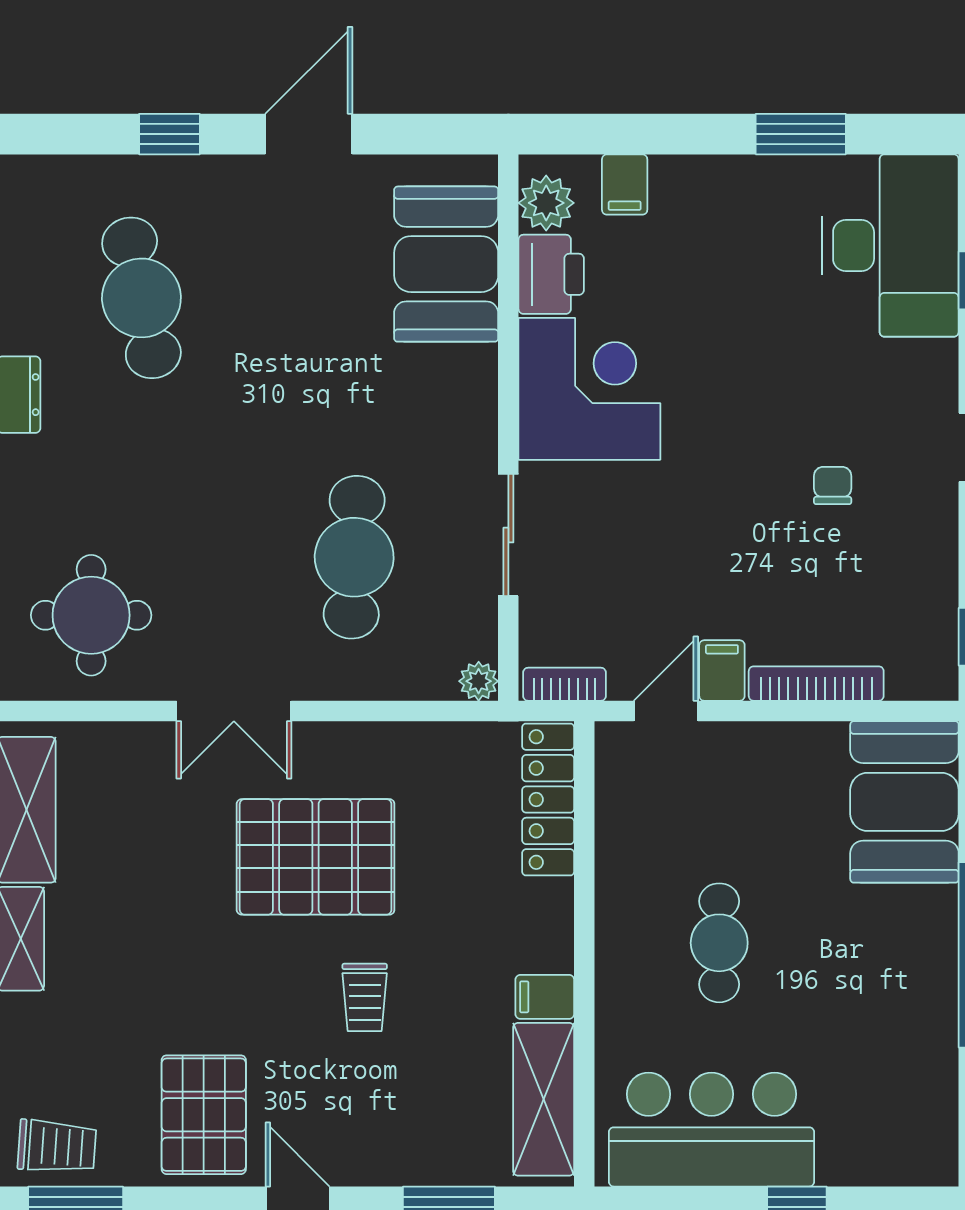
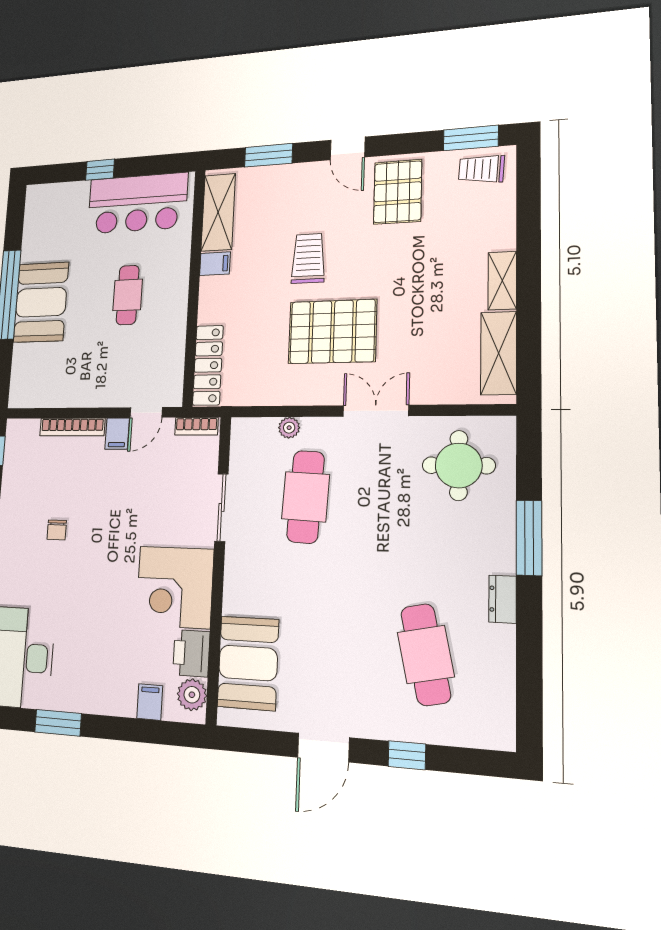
plant: (479, 681) -> (289, 428), moved
booth: (904, 802) -> (41, 302), moved
trolley: (365, 997) -> (308, 258), width x1.36, depth x1.39

